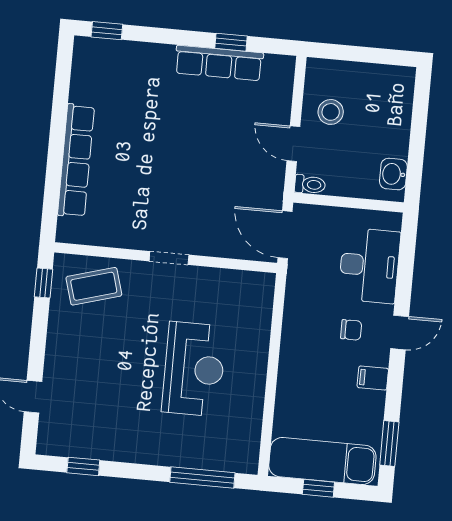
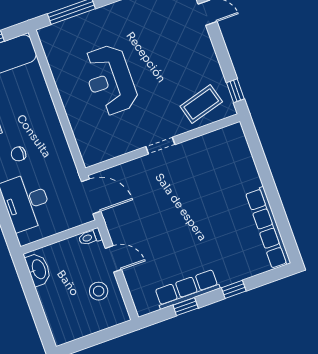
window: (107, 31) -> (234, 289), moved
row of seats: (76, 161) -> (268, 228), moved
washbasin: (393, 174) -> (38, 269), width x1.38

